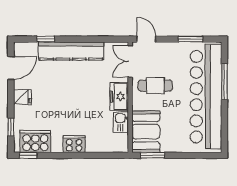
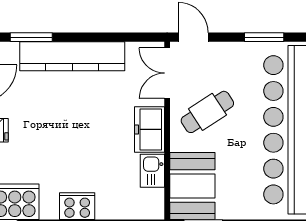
window: (46, 39) -> (31, 37), width x1.50
cafe table: (155, 86) -> (207, 112), turned -33

